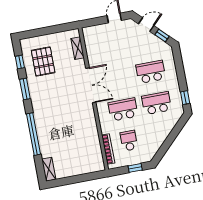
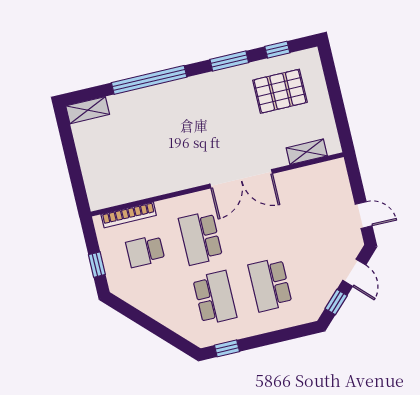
school desk: (151, 72) -> (270, 285), turned 180
school desk: (123, 109) -> (201, 238), turned 180
school desk: (129, 141) -> (145, 251), turned 180

